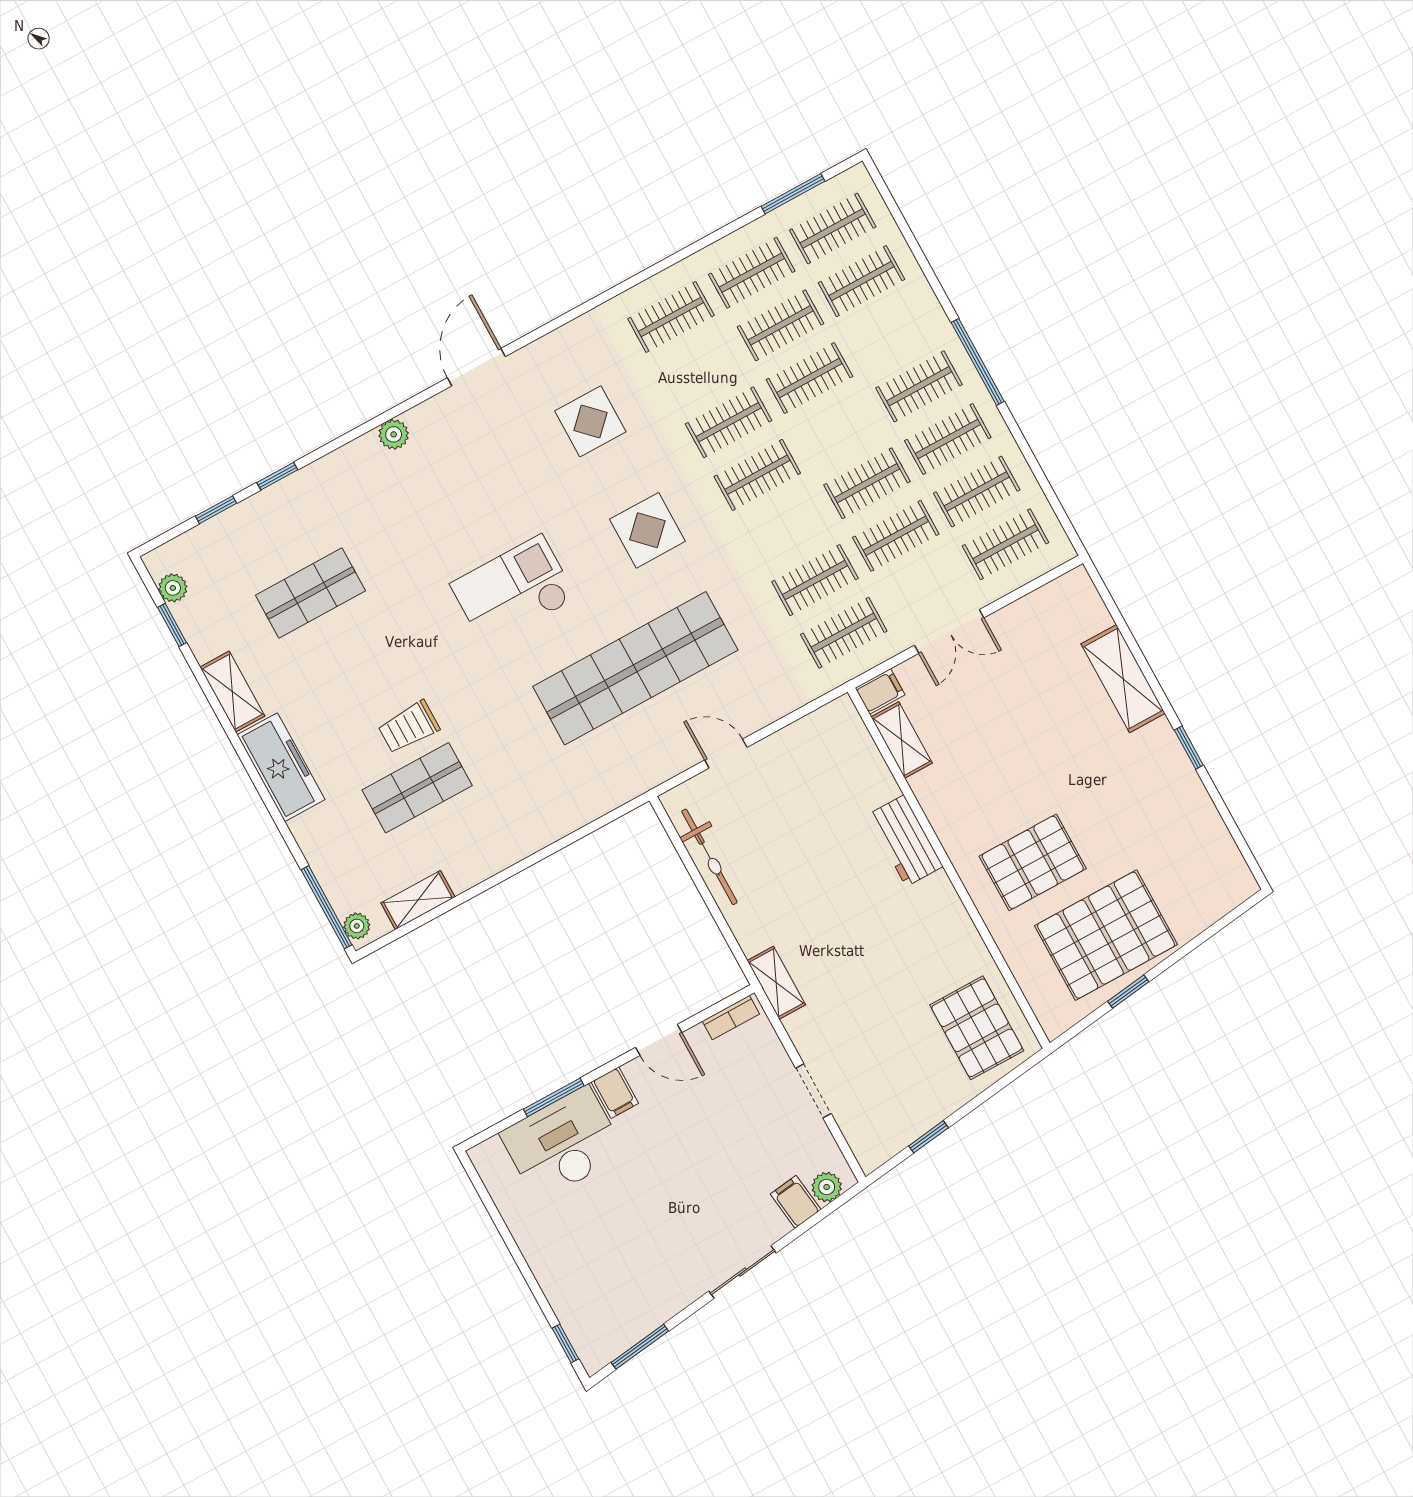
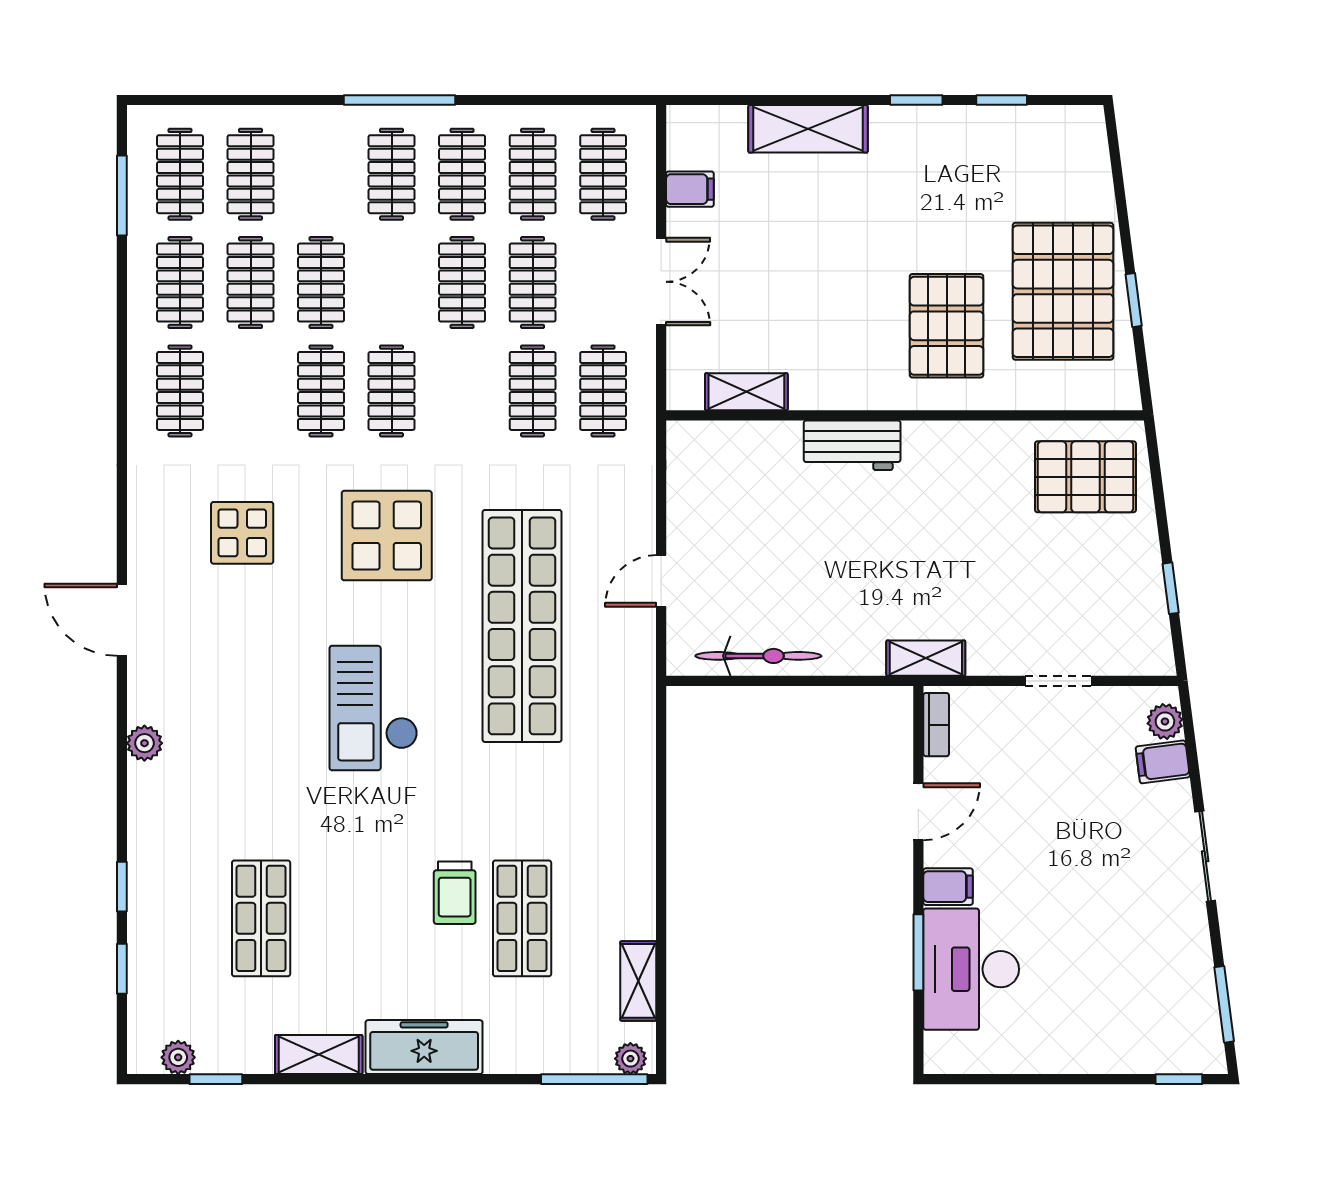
display table: (647, 530) -> (387, 536), width x1.36, depth x1.36
filing cabinet: (880, 691) -> (690, 189), moved, turned 90
window: (1224, 811) -> (1002, 100), added

